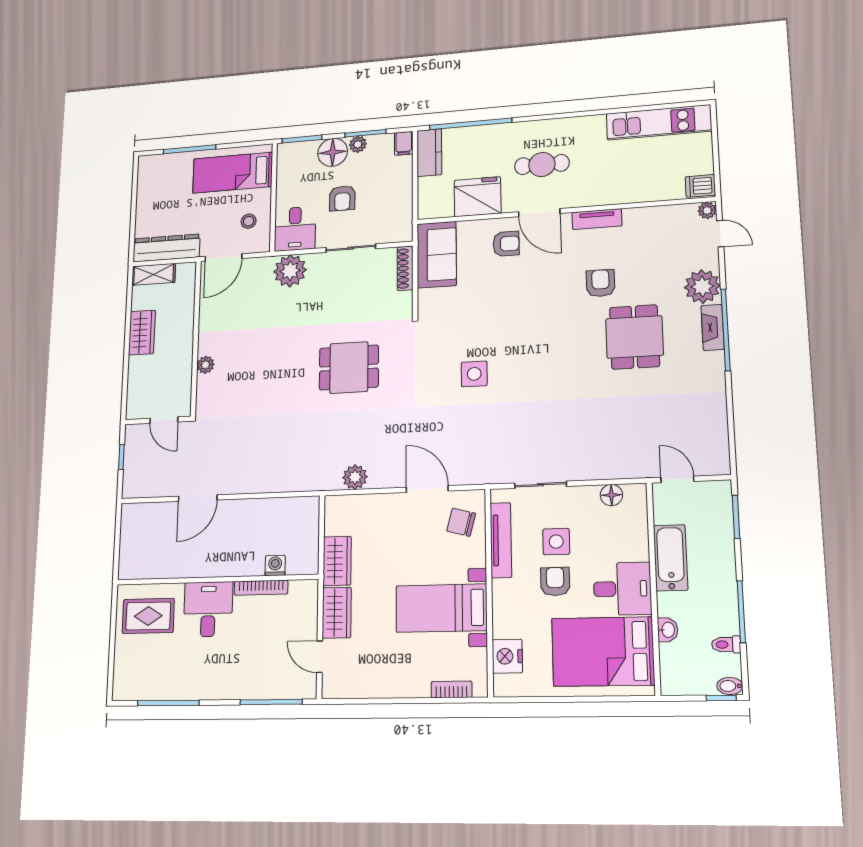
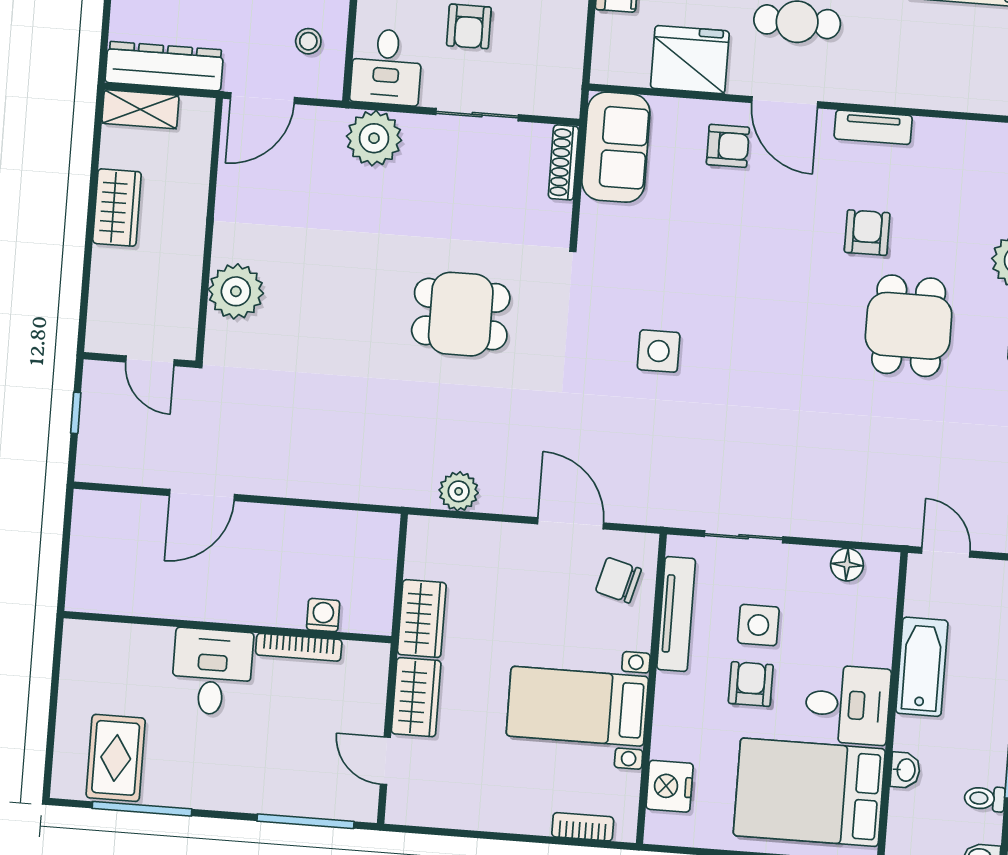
plant: (206, 365) -> (236, 291), width x1.87, depth x1.87
rug: (148, 616) -> (116, 758), moved, turned 90

